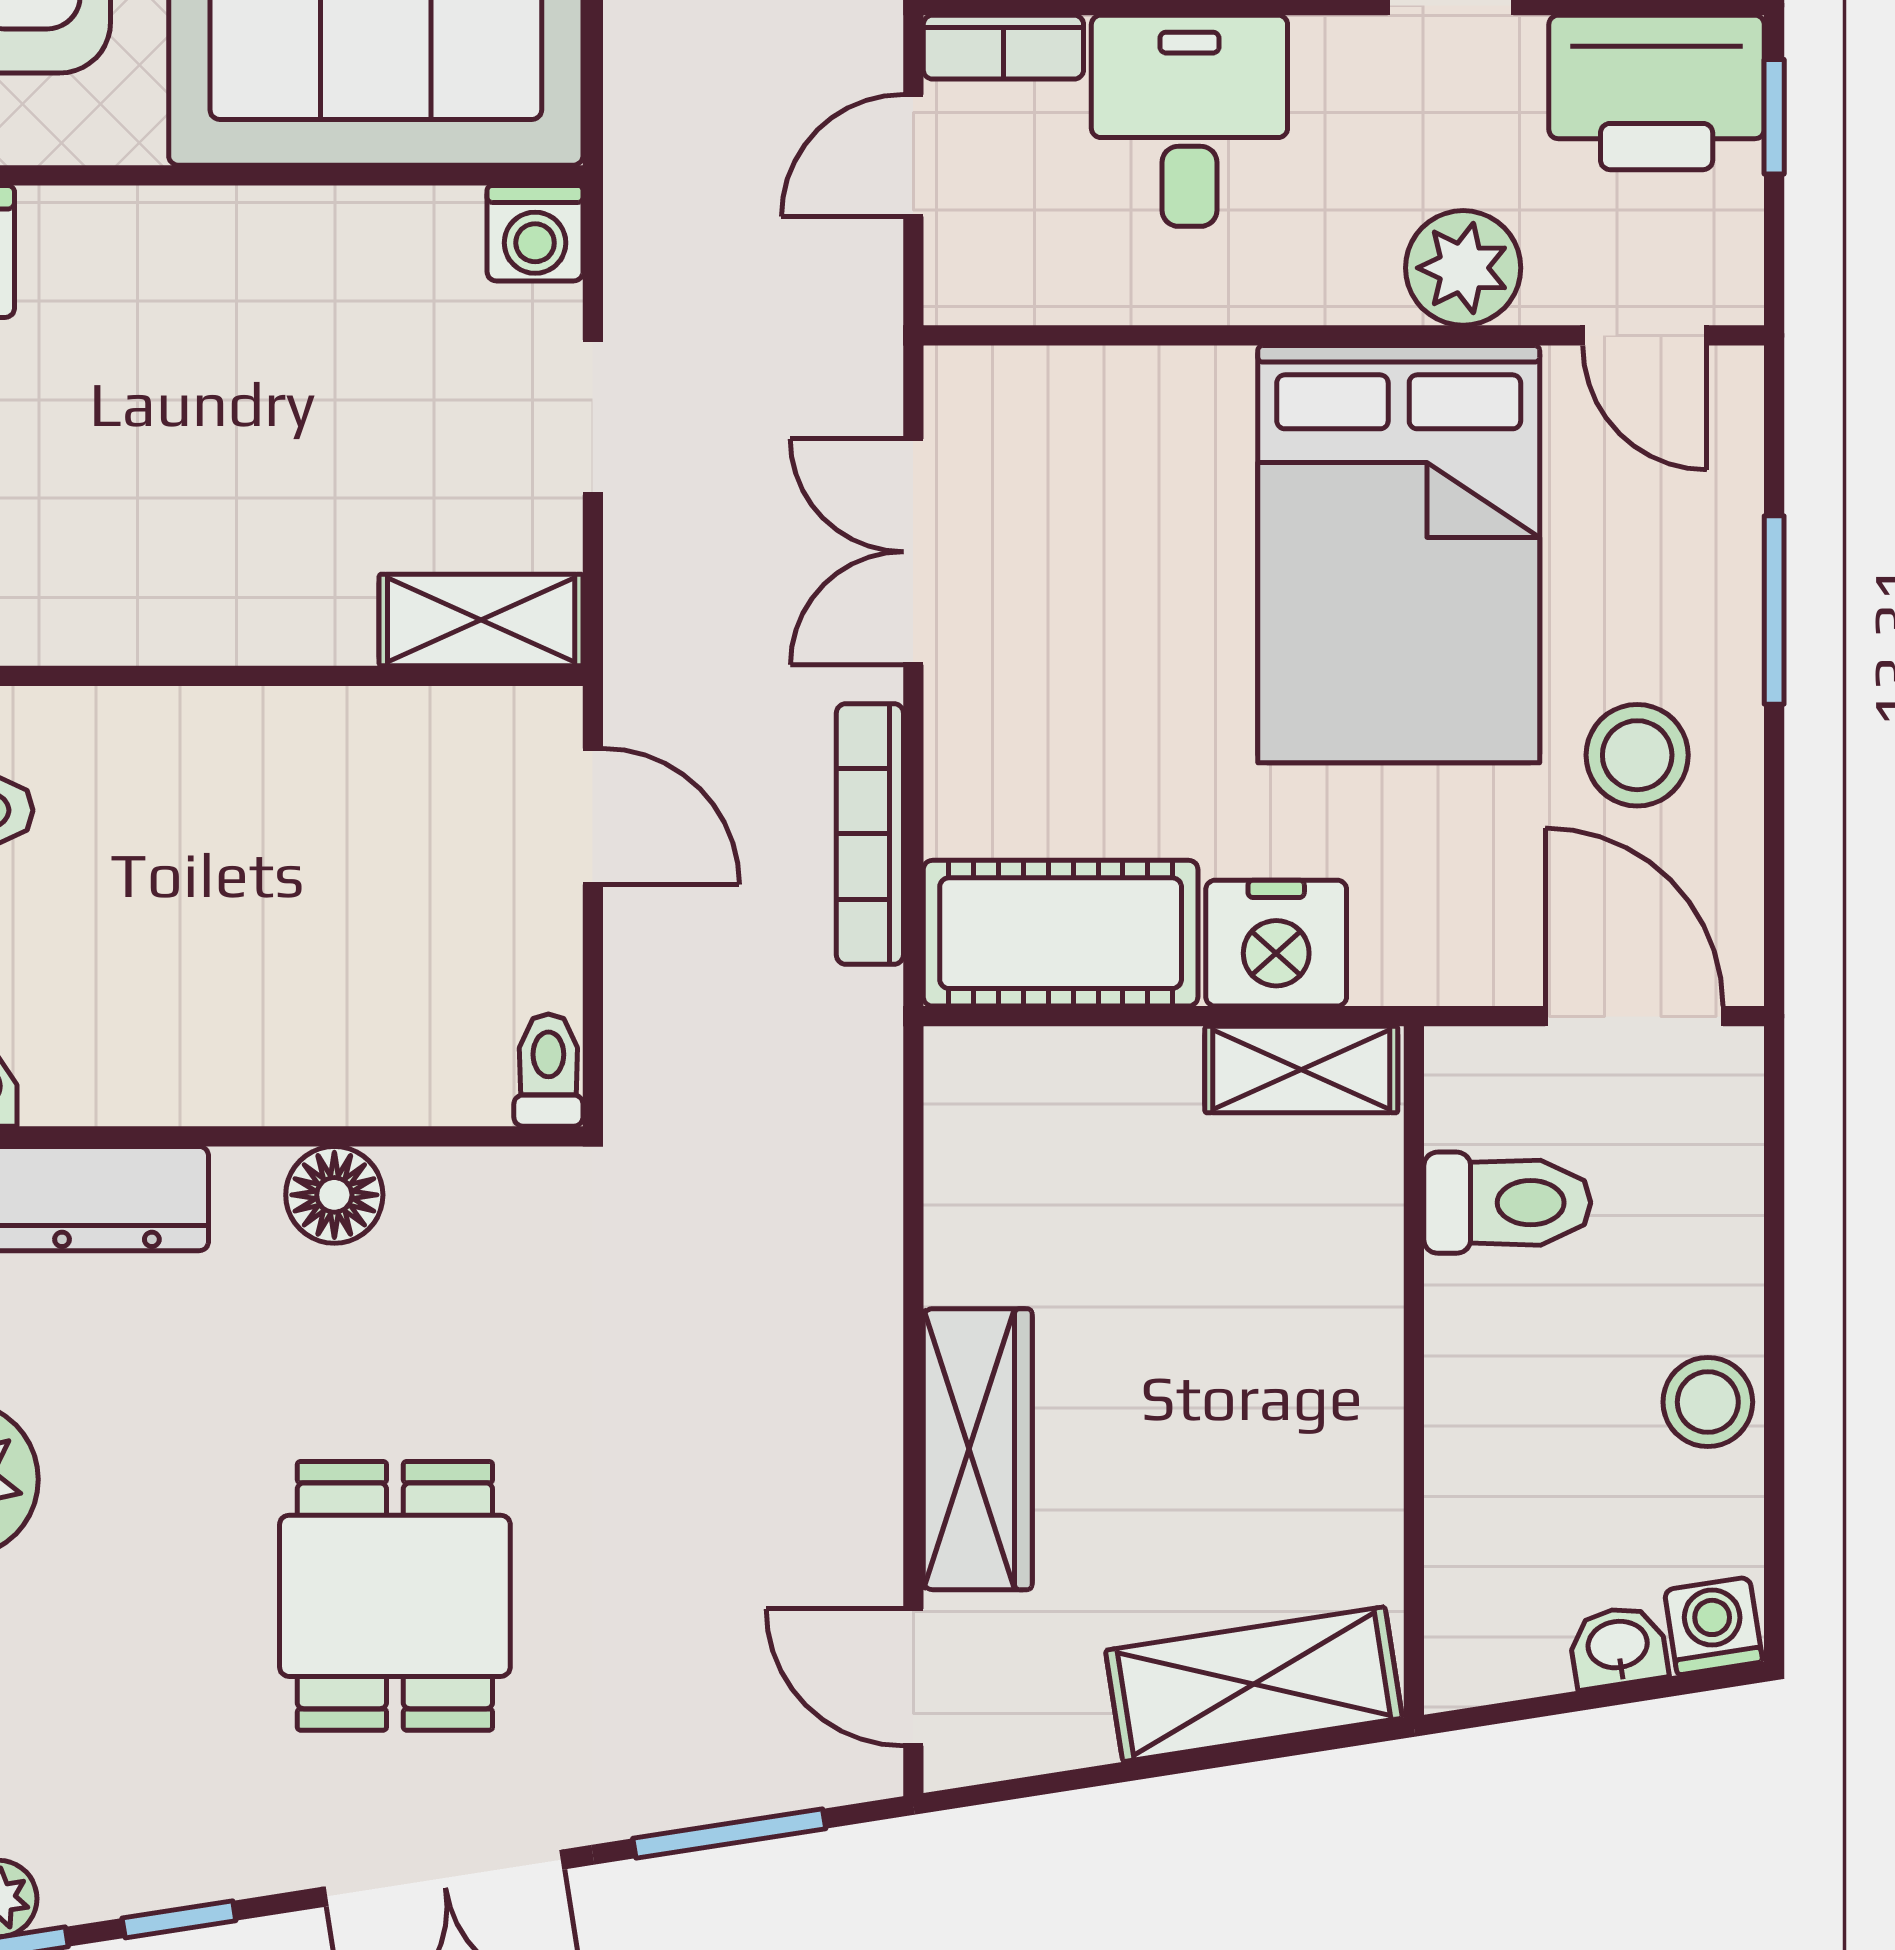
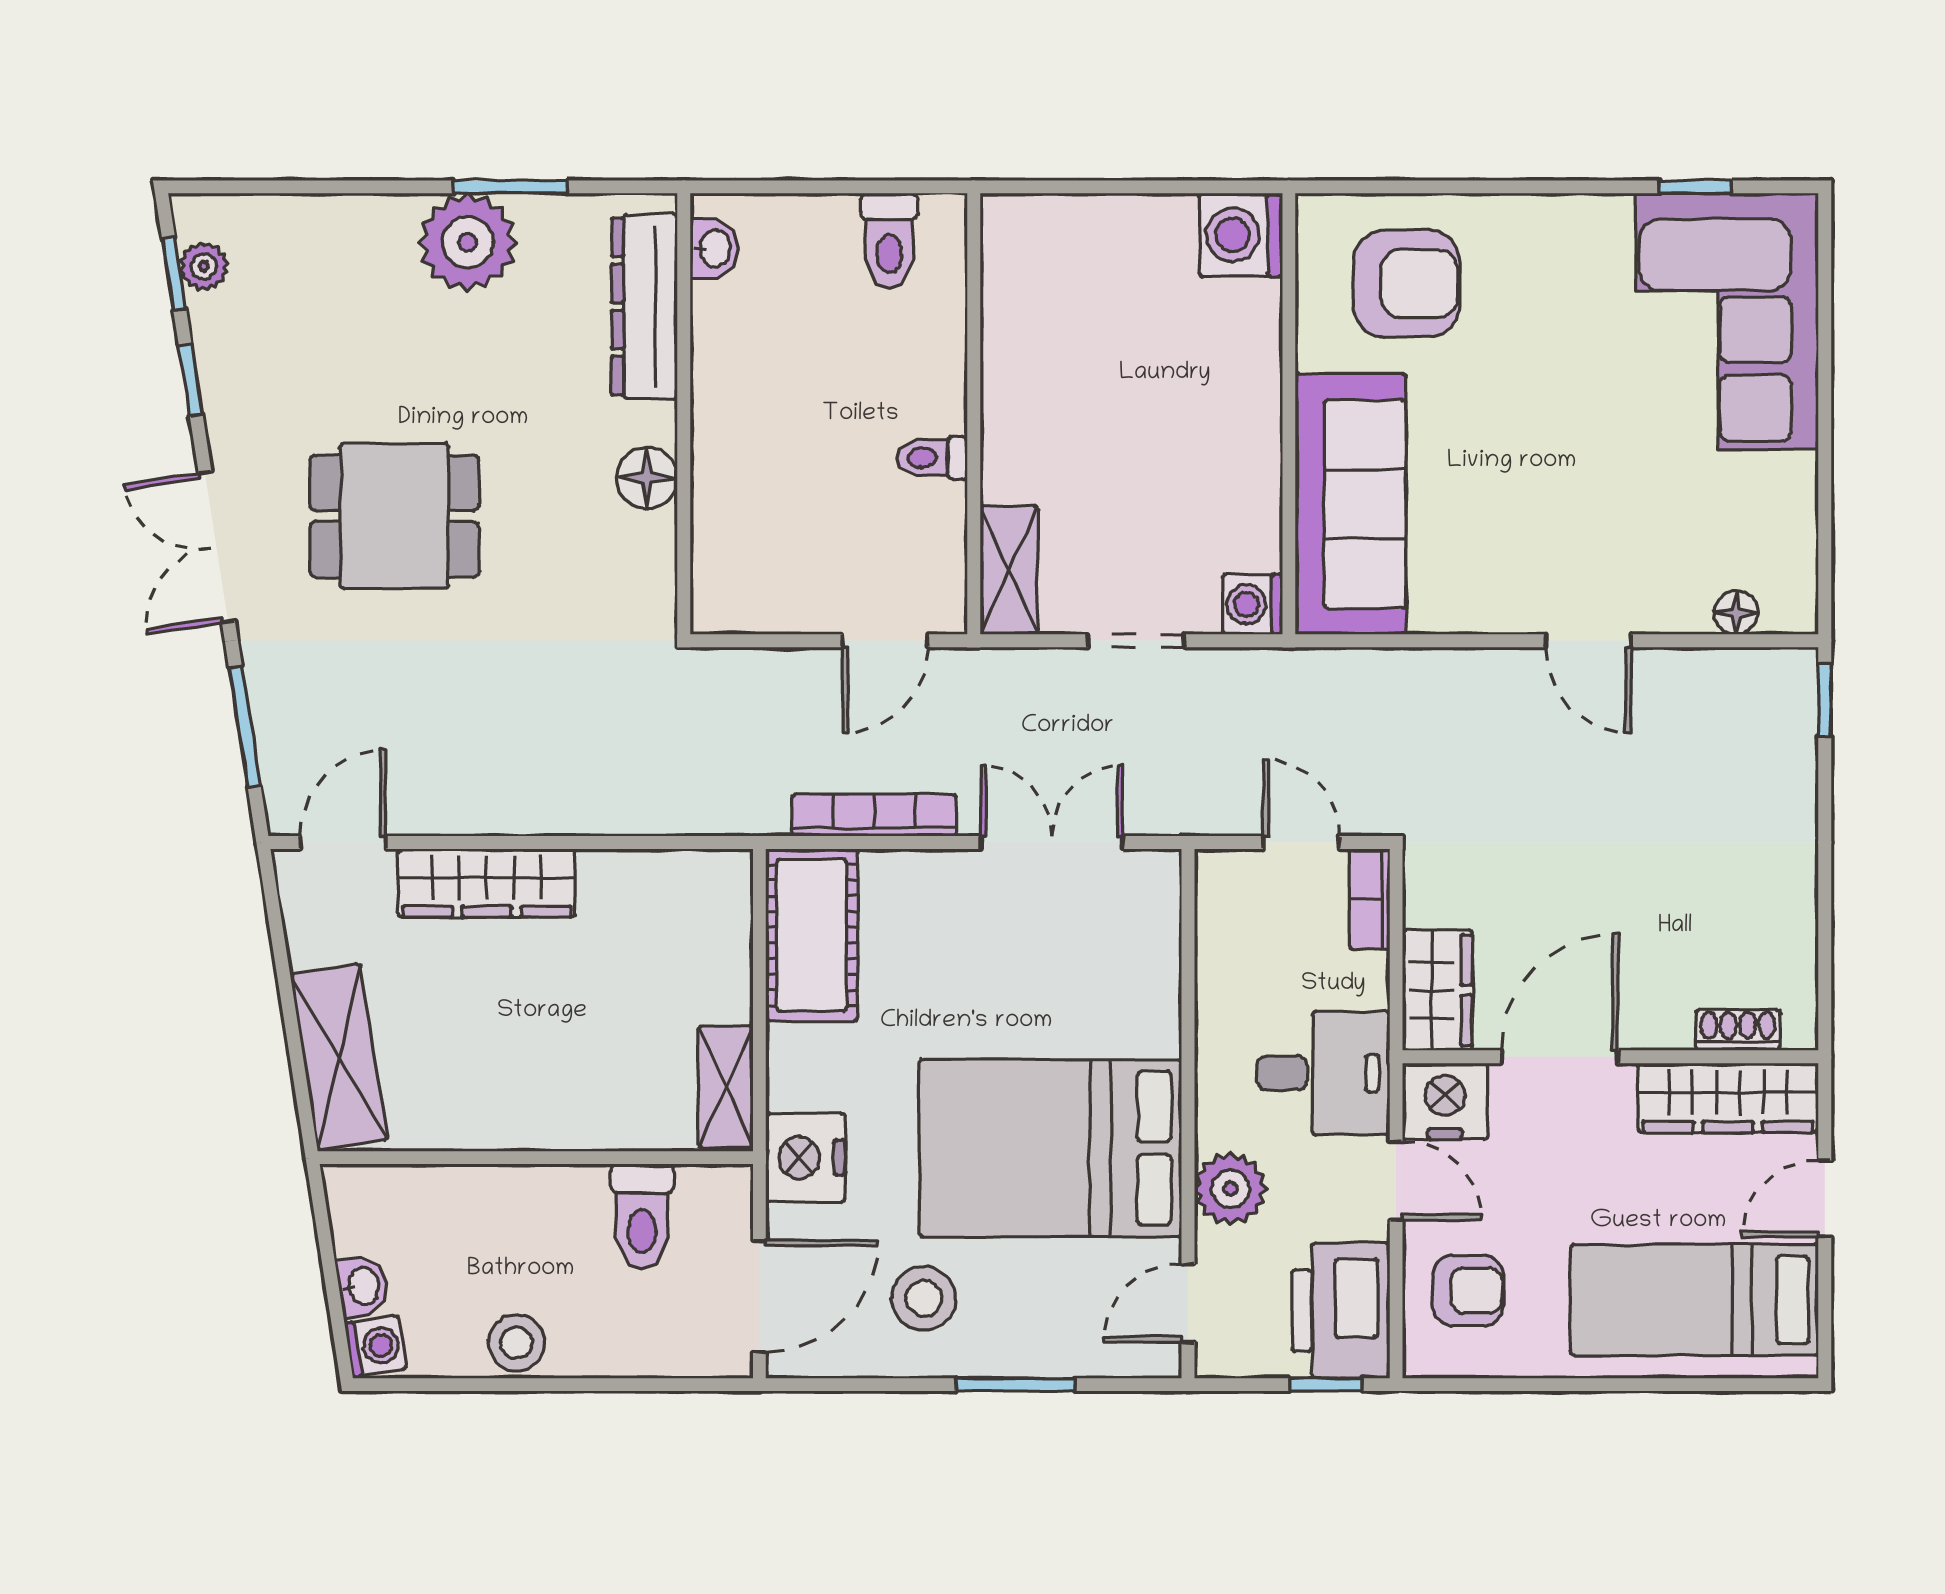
desk: (1189, 121) -> (1323, 1073), moved
nightstand: (1276, 943) -> (805, 1158), moved
toilet: (548, 1070) -> (932, 458), moved, turned 180

